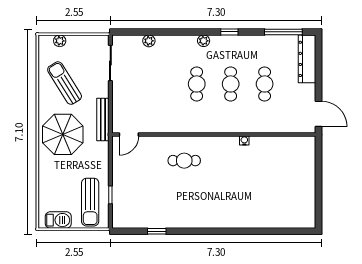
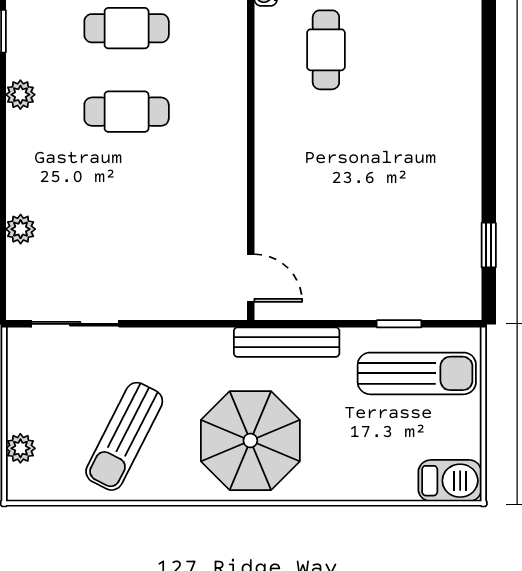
sun lounger: (65, 83) -> (124, 436), turned -31
bench: (103, 119) -> (287, 342), moved
cafe table: (184, 161) -> (326, 50), moved
barbecue: (58, 220) -> (450, 481), moved, turned 90
window: (157, 231) -> (489, 245), moved

